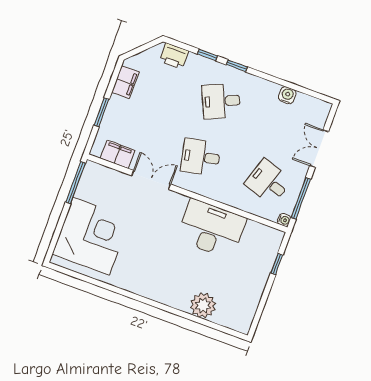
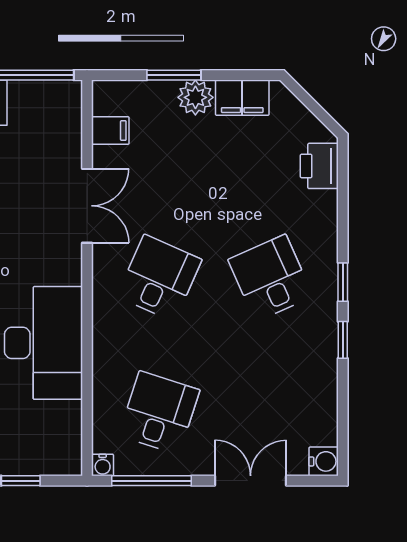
window: (207, 55) -> (343, 340), moved
water cooler: (287, 95) -> (324, 461), moved
plant: (117, 106) -> (195, 97), added
filing cabinet: (118, 154) -> (110, 131), width x0.50
desk: (201, 157) -> (159, 278), turned 36

